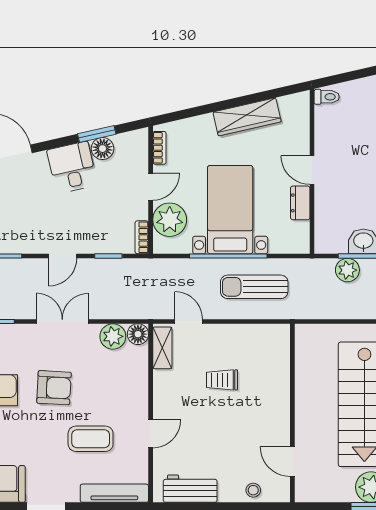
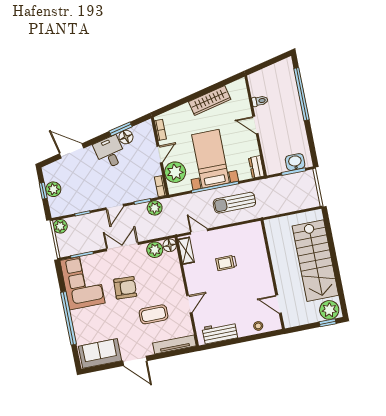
toilet: (327, 97) -> (260, 101), moved
dresser: (300, 203) -> (256, 167), moved
plant: (347, 270) -> (155, 208), moved

